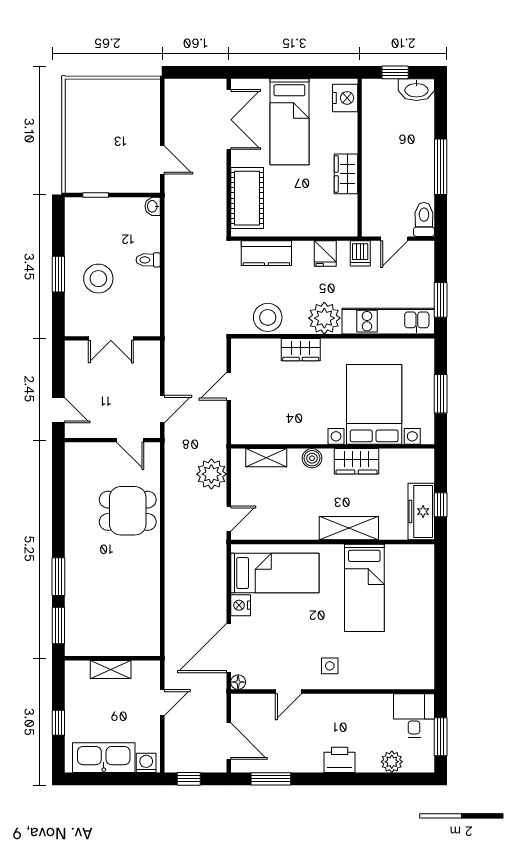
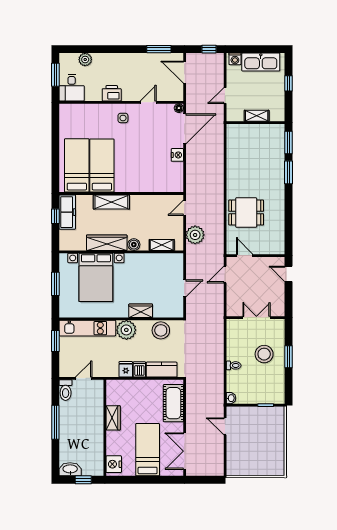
dishwasher: (360, 253) -> (139, 369), moved
wardrobe: (356, 461) -> (107, 243), width x1.50
bed: (275, 573) -> (77, 165), moved, turned 90
printer: (340, 760) -> (112, 93), moved, turned 180

